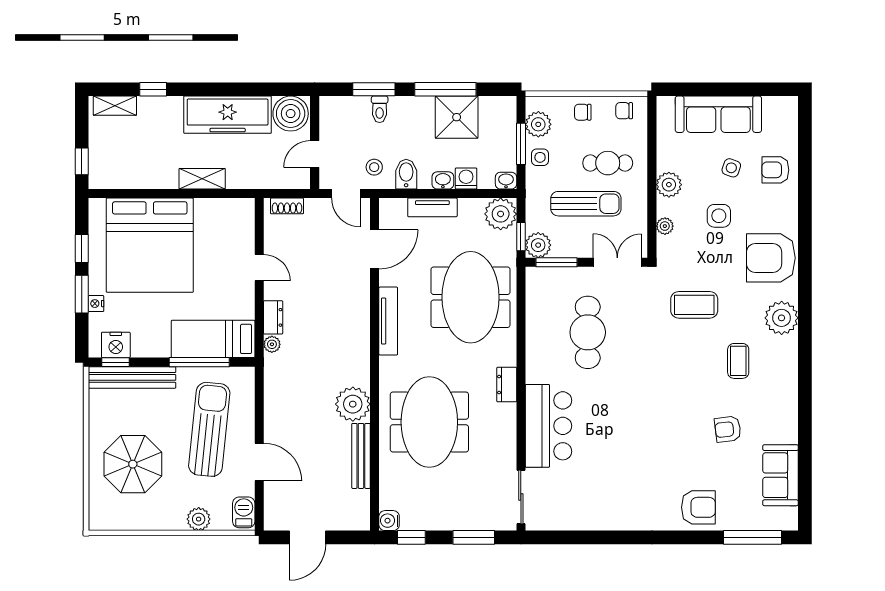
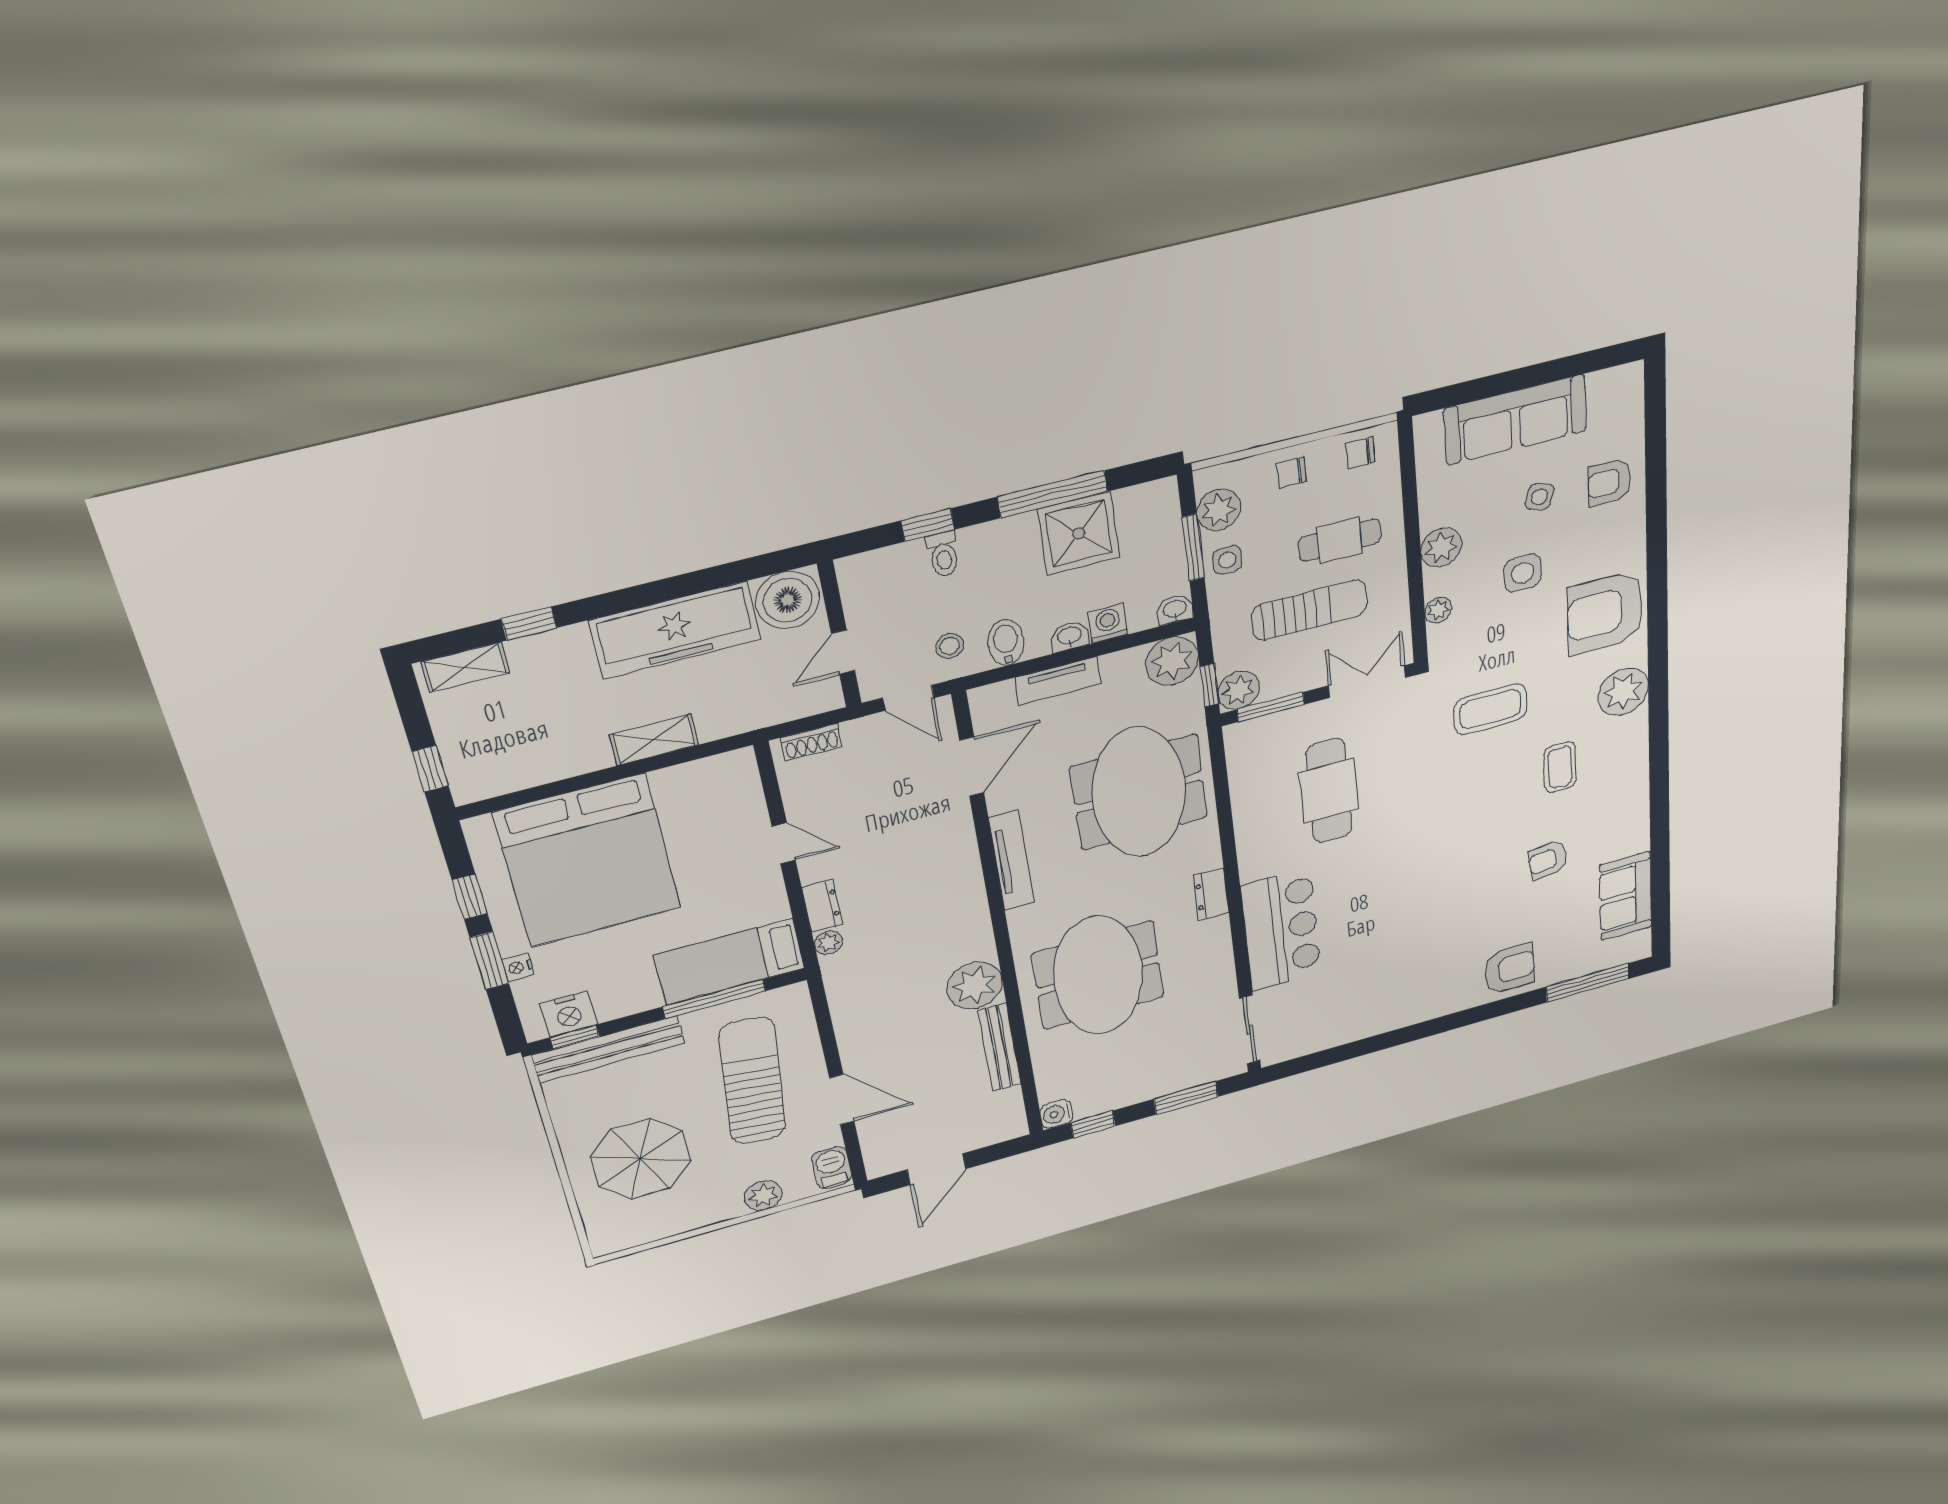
window: (374, 89) -> (928, 525), width x0.67

